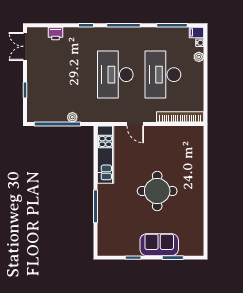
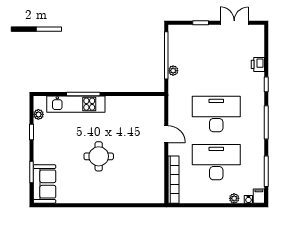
printer: (55, 33) -> (258, 64), moved
double door: (25, 46) -> (234, 23), moved
door: (135, 124) -> (166, 134), swing flipped
kitchen unit: (105, 155) -> (76, 104), moved
round table: (157, 191) -> (99, 156), width x0.73, depth x0.73
sofa: (159, 245) -> (44, 184), moved
plant: (116, 251) -> (38, 114), added

